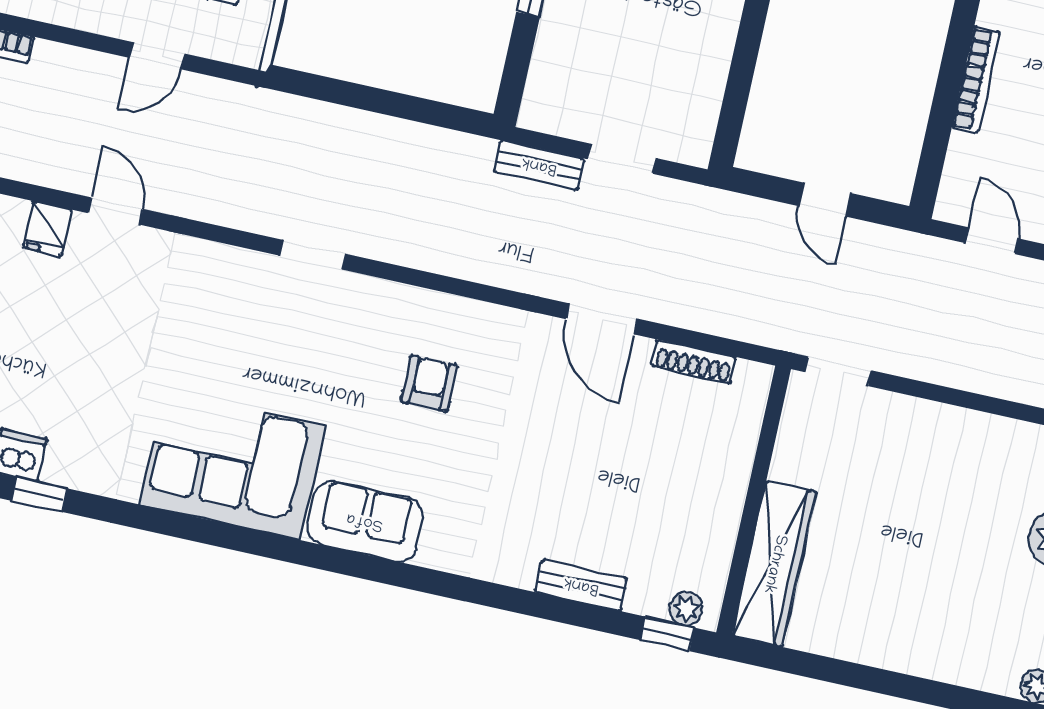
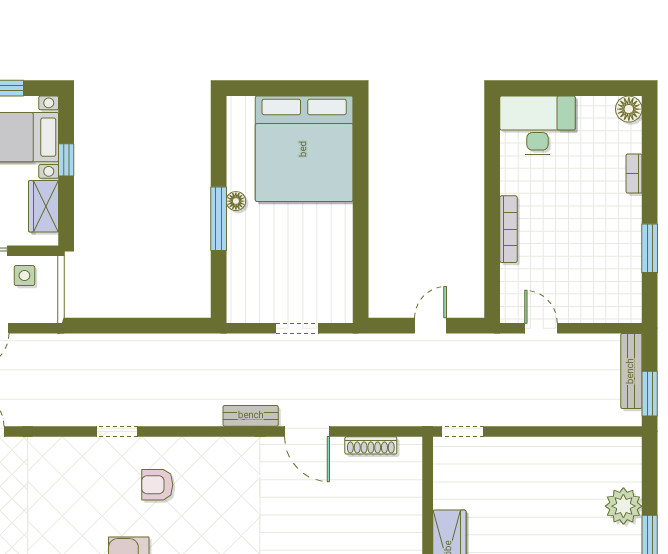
bench: (539, 165) -> (251, 416), moved
door: (825, 200) -> (431, 326), swing flipped
armchair: (429, 383) -> (157, 485), moved, turned -90

